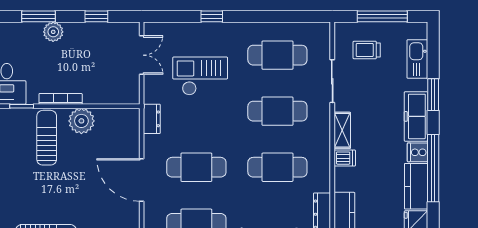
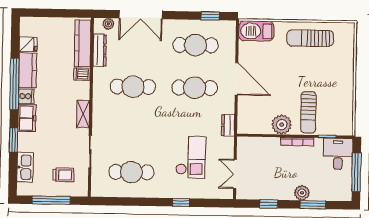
checkout: (200, 76) -> (191, 157), turned -90
cafe table: (277, 111) -> (132, 129), removed
freezer: (416, 116) -> (27, 118), width x0.71
dishwasher: (345, 158) -> (82, 74), moved

